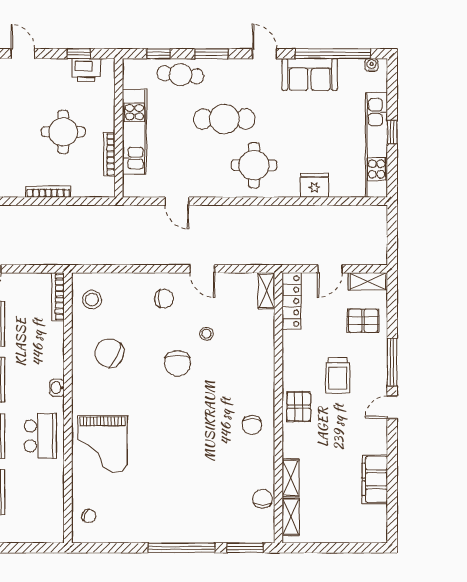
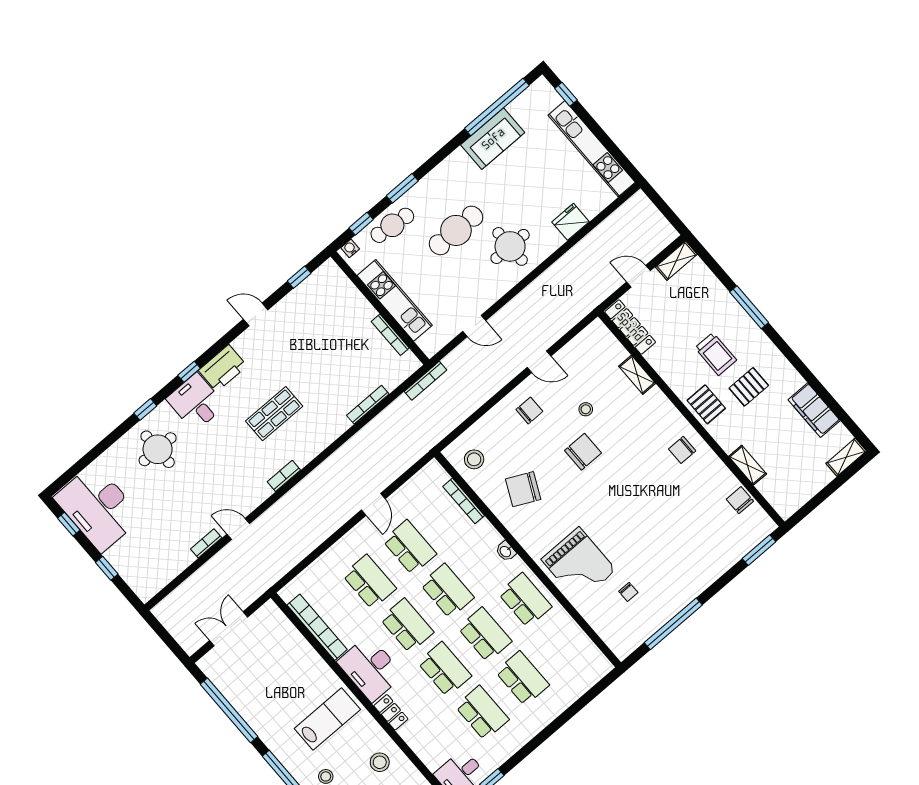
door: (265, 54) -> (444, 153), removed
water cooler: (372, 65) -> (350, 248), moved
printer: (86, 70) -> (316, 285), removed
round table: (63, 132) -> (339, 348), removed
window: (392, 132) -> (566, 94), moved
bookcase: (106, 211) -> (426, 381), added
door: (330, 269) -> (638, 276), swing flipped
shelving: (266, 291) -> (637, 375), moved
bookcase: (58, 297) -> (464, 501), moved
pallet: (363, 321) -> (749, 387), moved
chair: (177, 363) -> (583, 452), turned -90
door: (392, 407) -> (779, 342), removed
chair: (252, 425) -> (682, 450), turned 90
chair: (89, 516) -> (628, 592), moved, turned 64
shelving: (291, 517) -> (846, 457), moved, turned 90
window: (181, 548) -> (673, 624), moved

